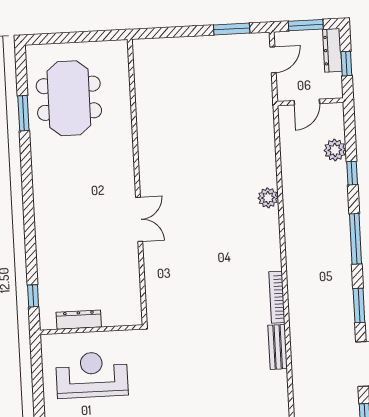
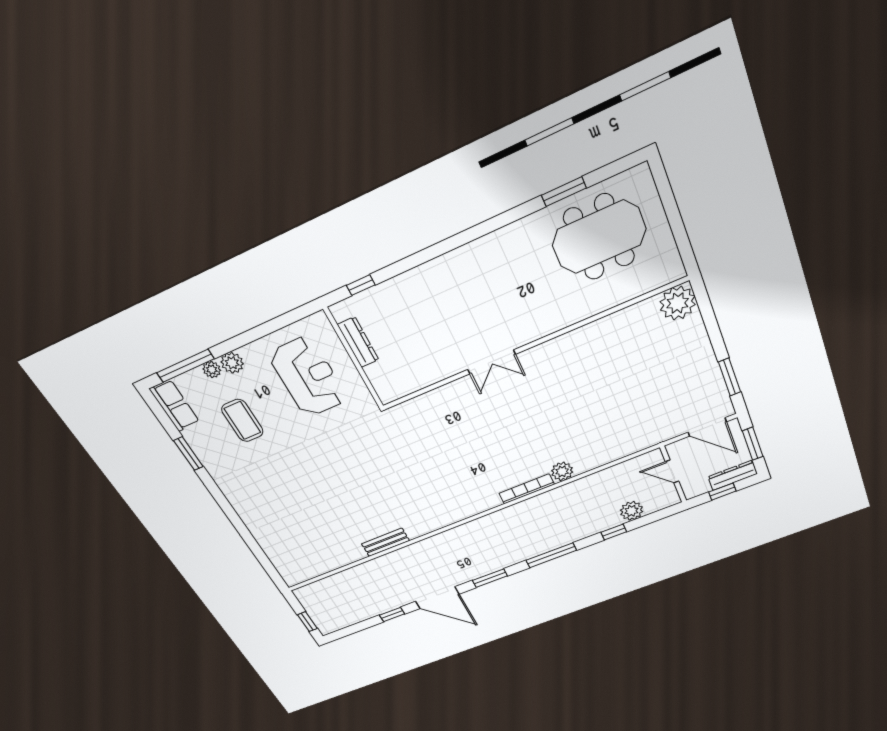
plant: (148, 54) -> (678, 303), added
door: (273, 60) -> (707, 427), width x1.38
bookcase: (277, 297) -> (527, 489), moved
bench: (278, 347) -> (385, 542), moved

